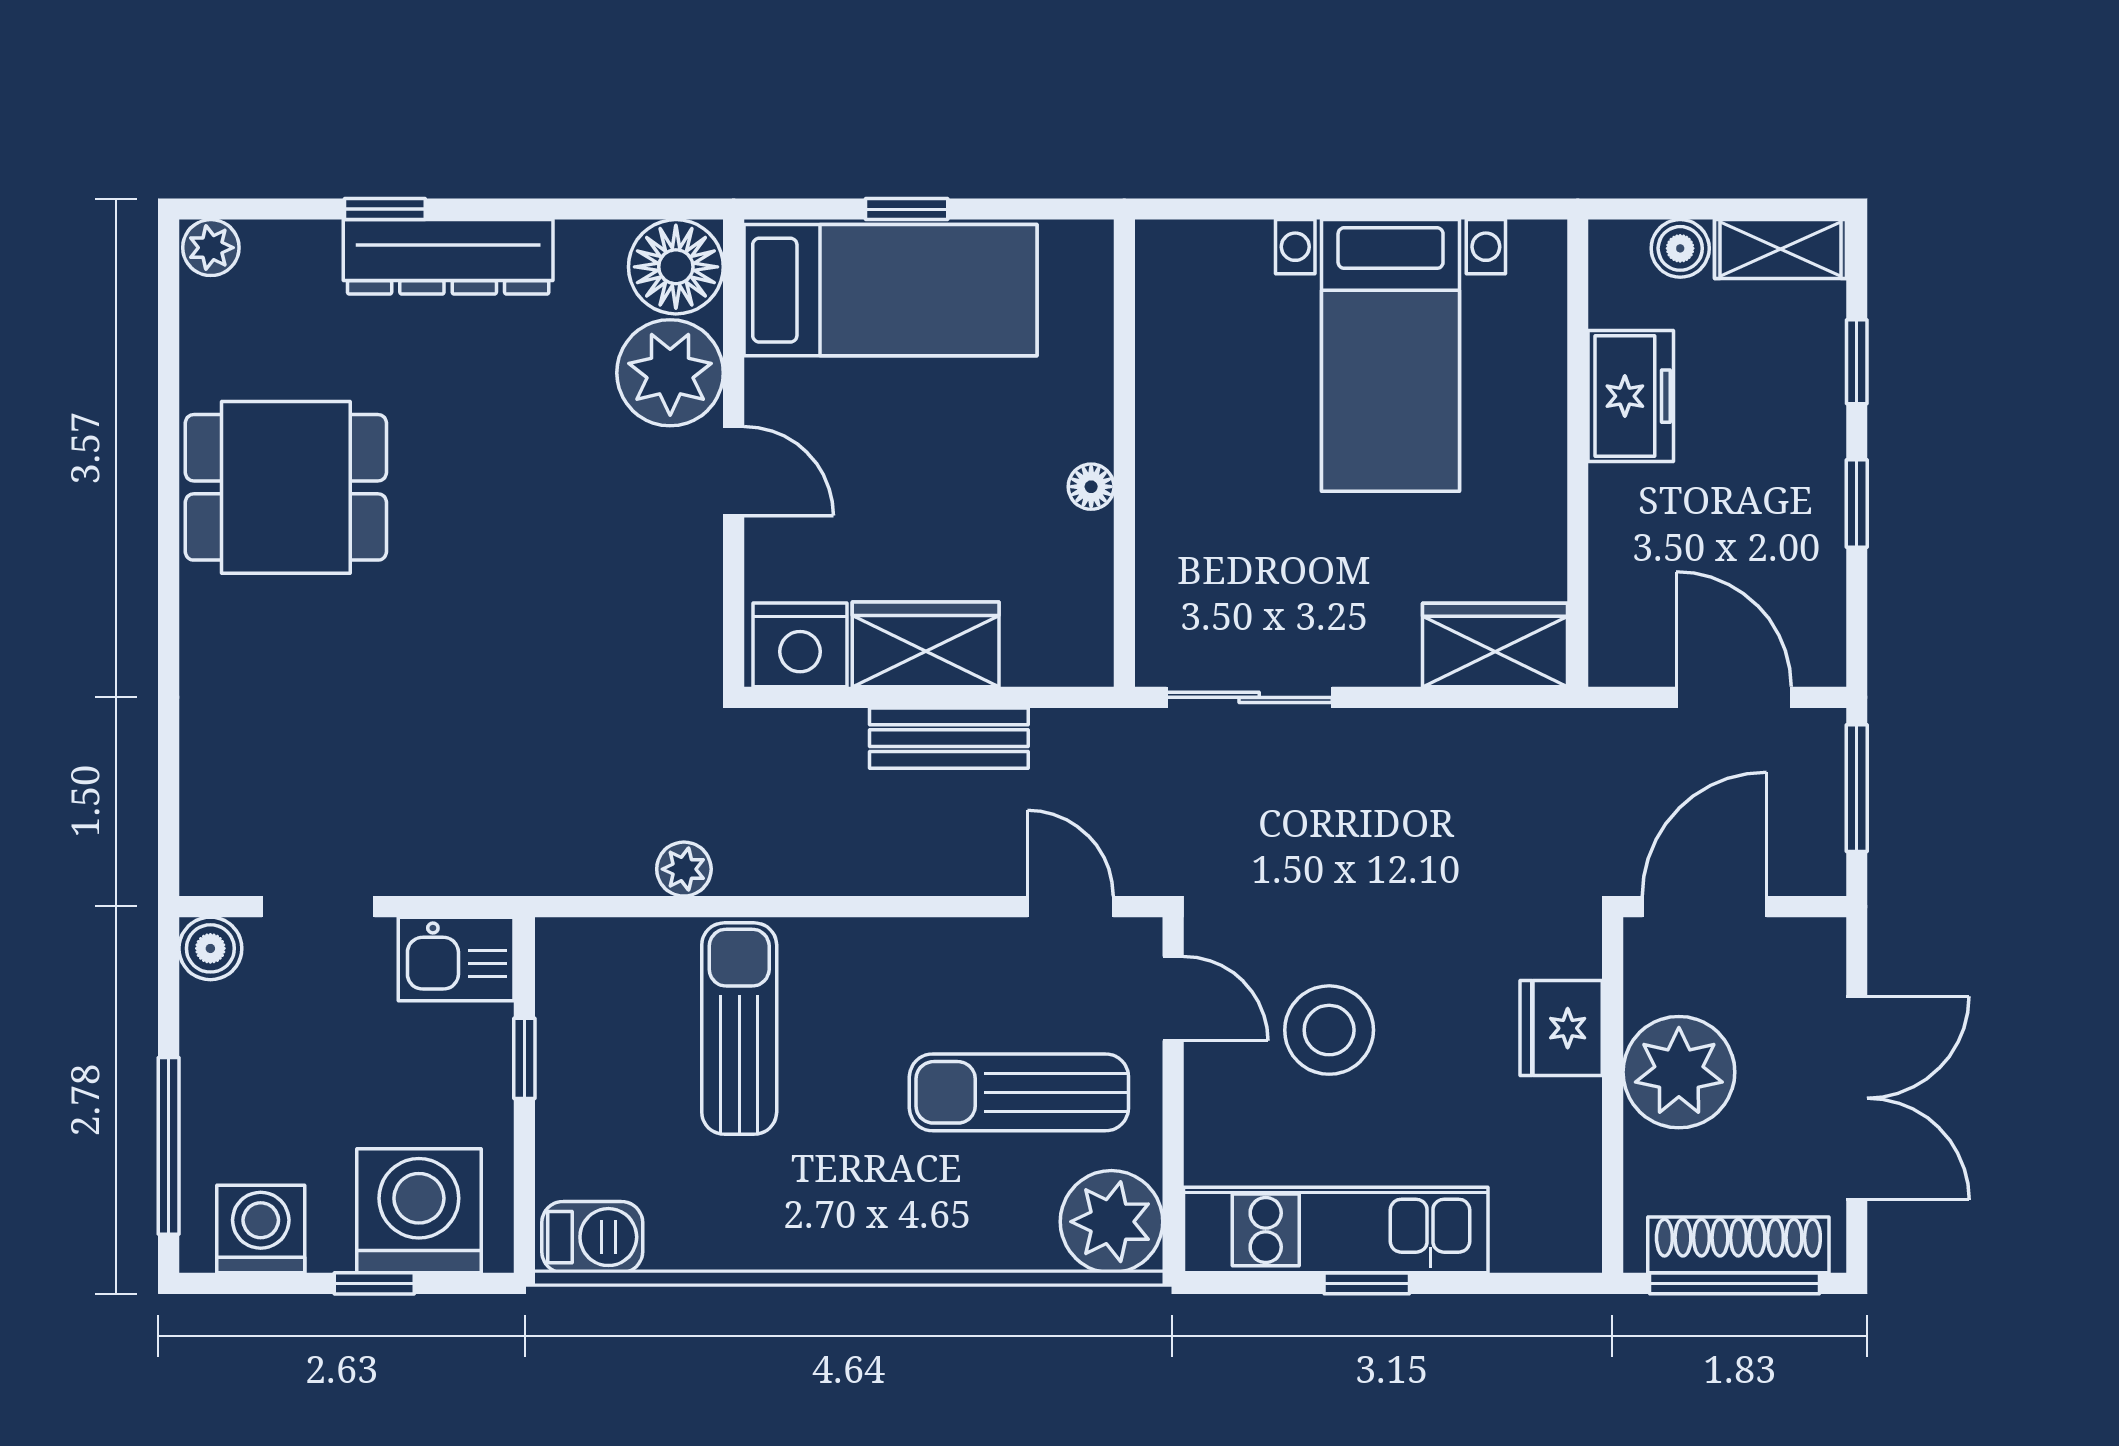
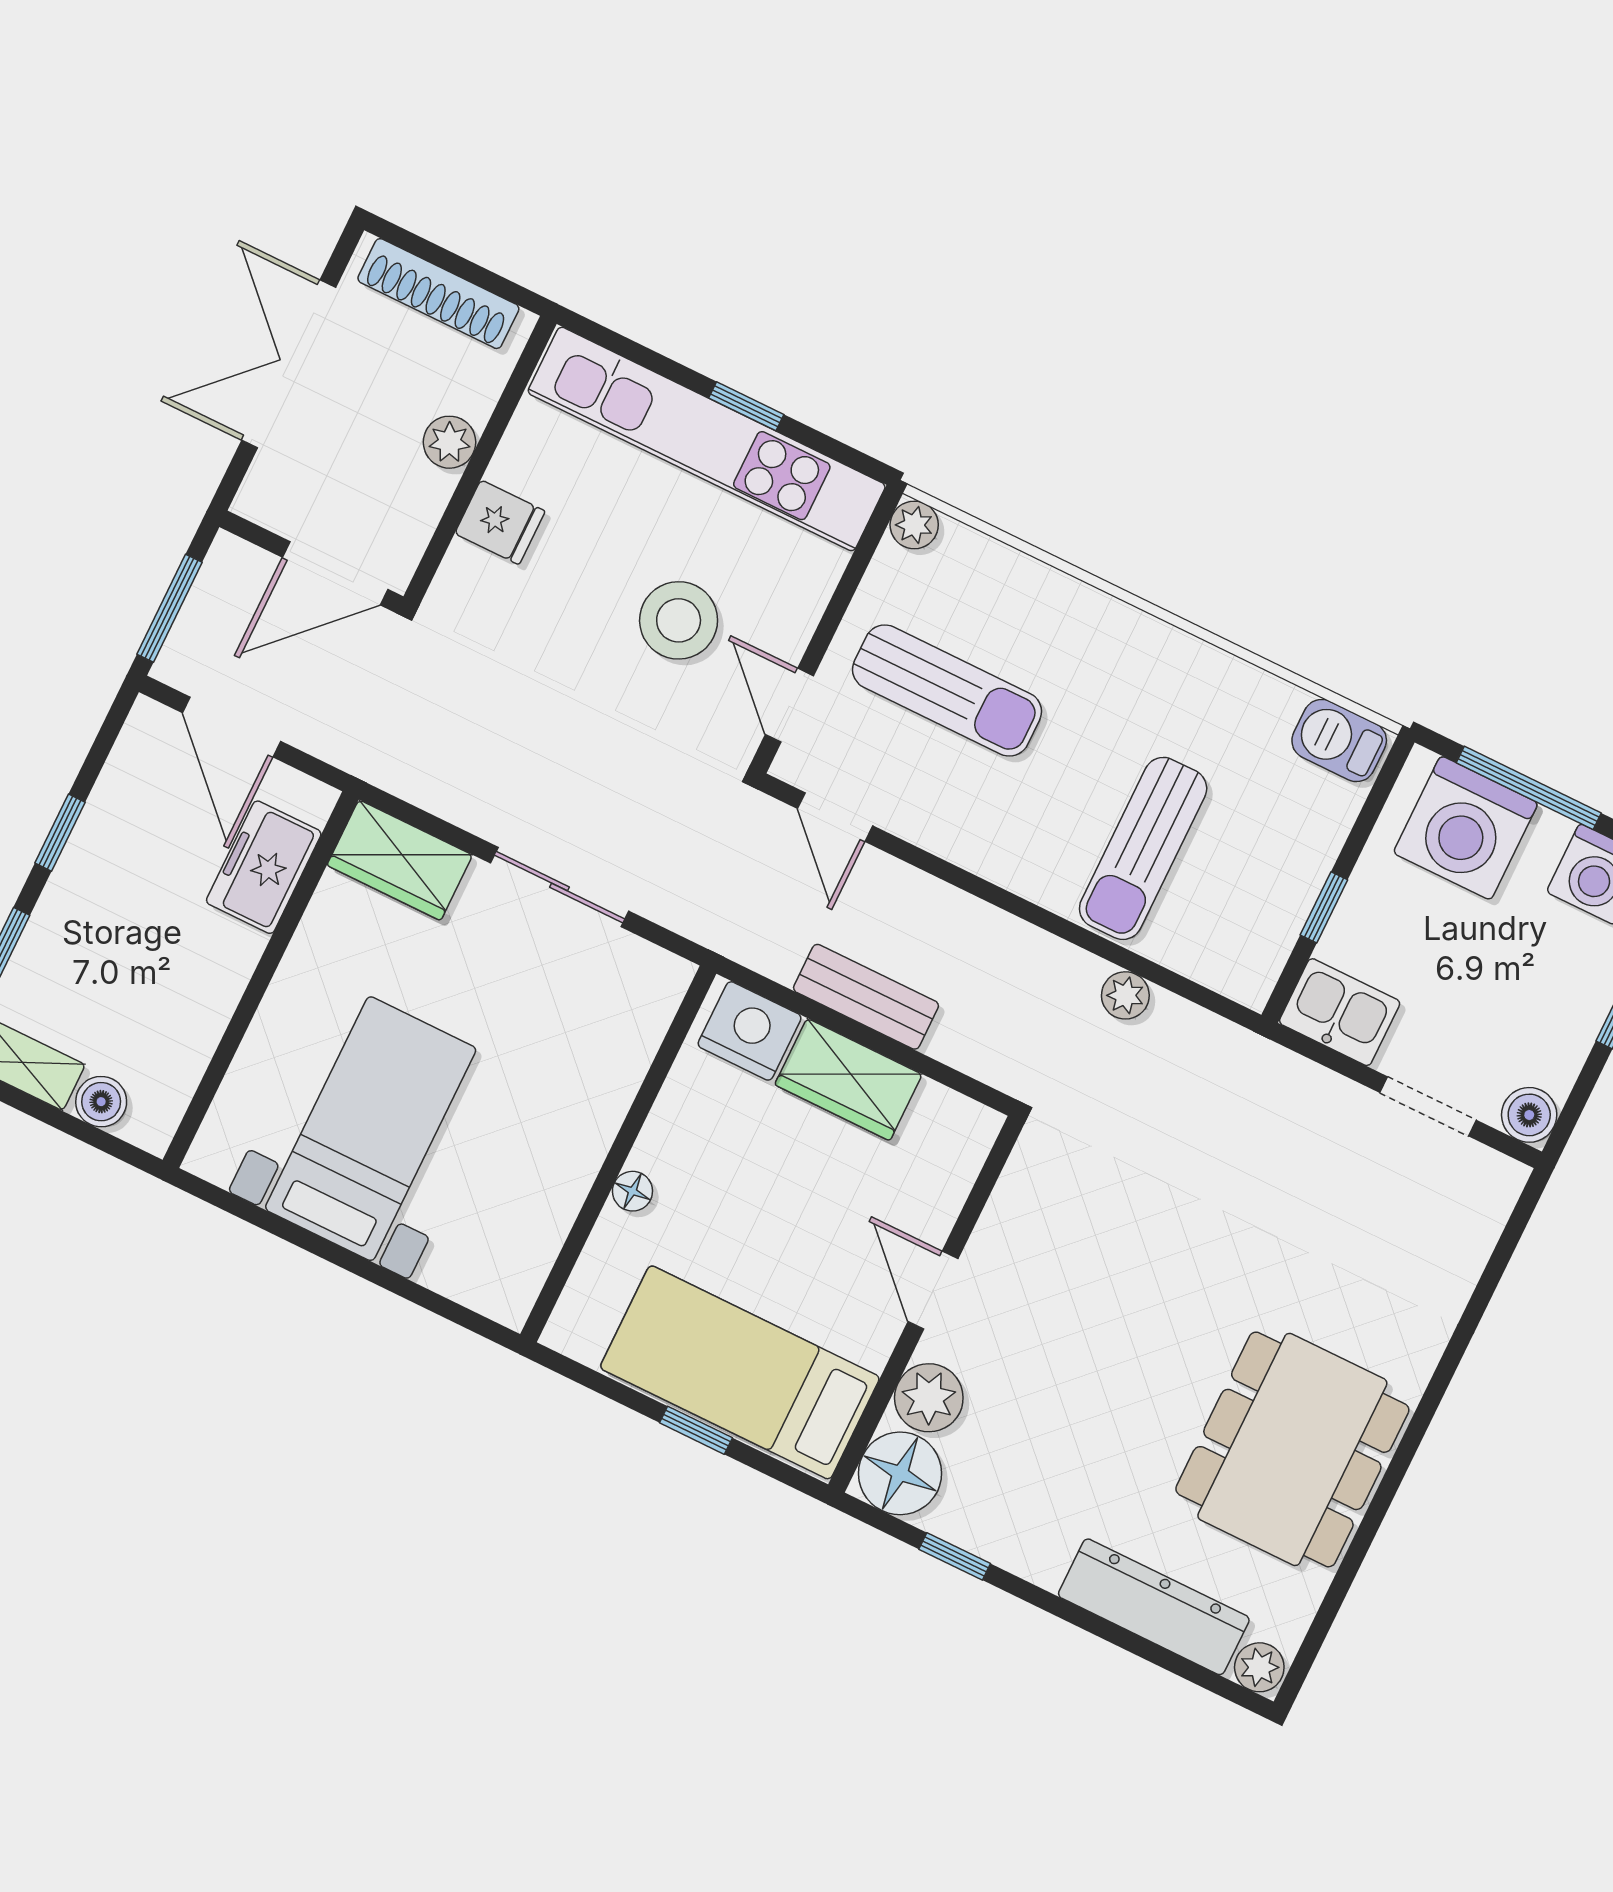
window: (385, 209) -> (955, 1556), moved
dresser: (448, 257) -> (1154, 1607), moved
plant: (670, 373) -> (929, 1398), width x0.73, depth x0.73
freezer: (1631, 396) -> (264, 867), moved
dining table: (286, 487) -> (1292, 1449), width x1.37
floor lamp: (1091, 487) -> (632, 1191), moved
nightstand: (800, 645) -> (750, 1031), moved
sliding door: (1249, 697) -> (560, 887), moved
fridge: (1561, 1028) -> (500, 522), width x0.72
plant: (1679, 1072) -> (449, 442), width x0.53, depth x0.53
plant: (1111, 1222) -> (914, 525), width x0.53, depth x0.53
kitchen unit: (1336, 1230) -> (707, 439), width x1.36
window: (374, 1283) -> (1529, 788), width x2.17
window: (1735, 1283) -> (456, 265), removed

